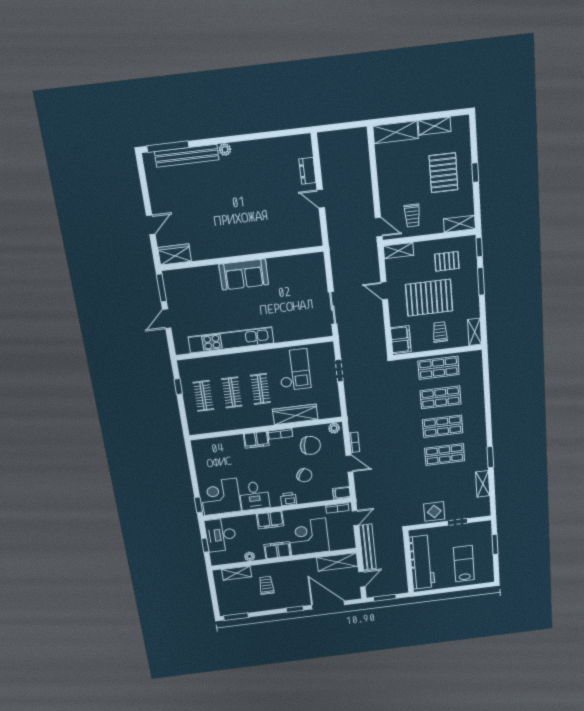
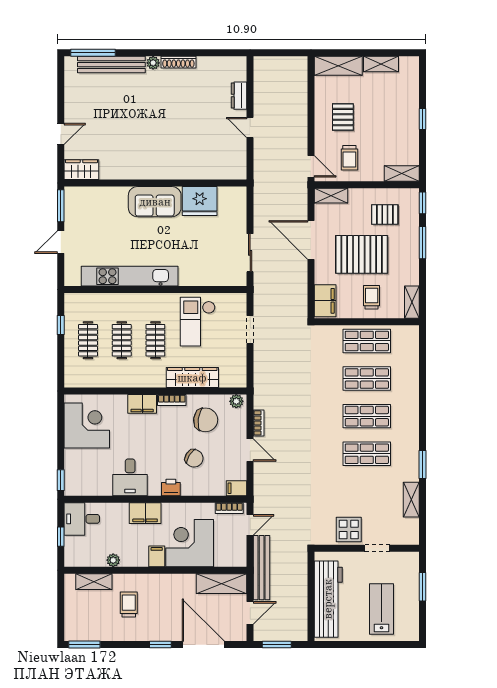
shoe rack: (248, 146) -> (178, 62), added
pallet: (443, 173) -> (343, 117), moved, width x0.67, depth x0.71
fridge: (283, 269) -> (200, 201), added
door: (384, 291) -> (311, 240), width x1.87
checkout: (294, 370) -> (198, 322), turned 180
corner desk: (220, 497) -> (87, 425), moved, turned 90
desk: (221, 535) -> (82, 519), width x0.73
filing cabinet: (277, 550) -> (157, 556), width x0.50

